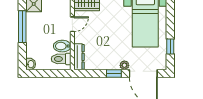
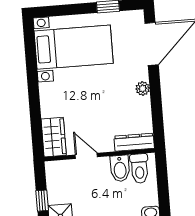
plant: (124, 65) -> (143, 89), moved
window: (114, 74) -> (155, 88), removed

